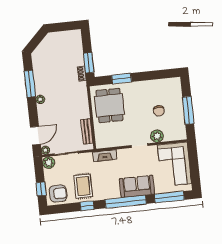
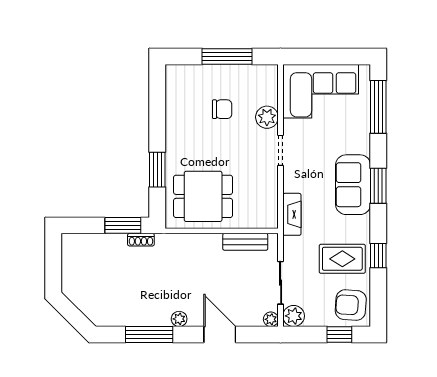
door: (35, 136) -> (220, 334), moved
sofa: (137, 186) -> (353, 185), moved
armchair: (58, 194) -> (351, 305), turned -86
window: (126, 202) -> (378, 186), width x0.47

